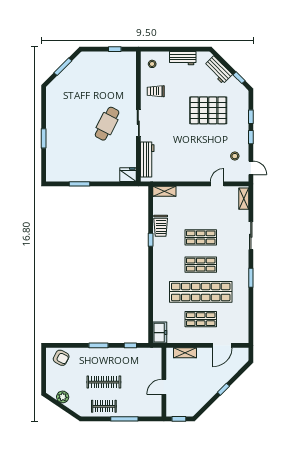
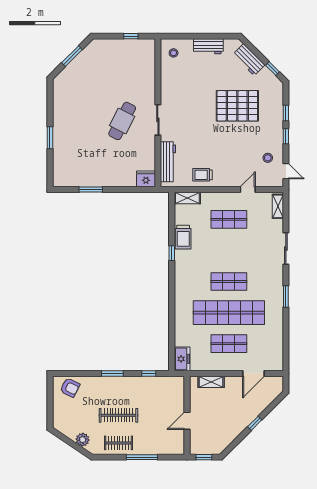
trolley: (156, 91) -> (202, 175), moved
shop shelf: (201, 237) -> (229, 219), moved
plant: (63, 397) -> (83, 440), moved

